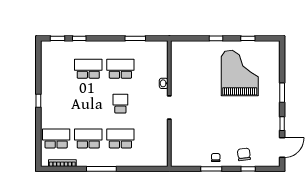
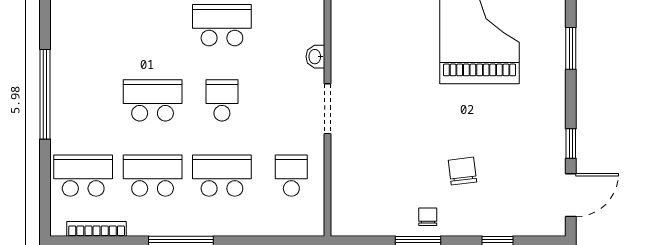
school desk: (88, 69) -> (153, 100), moved
window: (282, 93) -> (571, 48), moved
window: (38, 101) -> (45, 94), width x3.17
school desk: (153, 138) -> (291, 176), added
chair: (244, 154) -> (462, 171), moved

